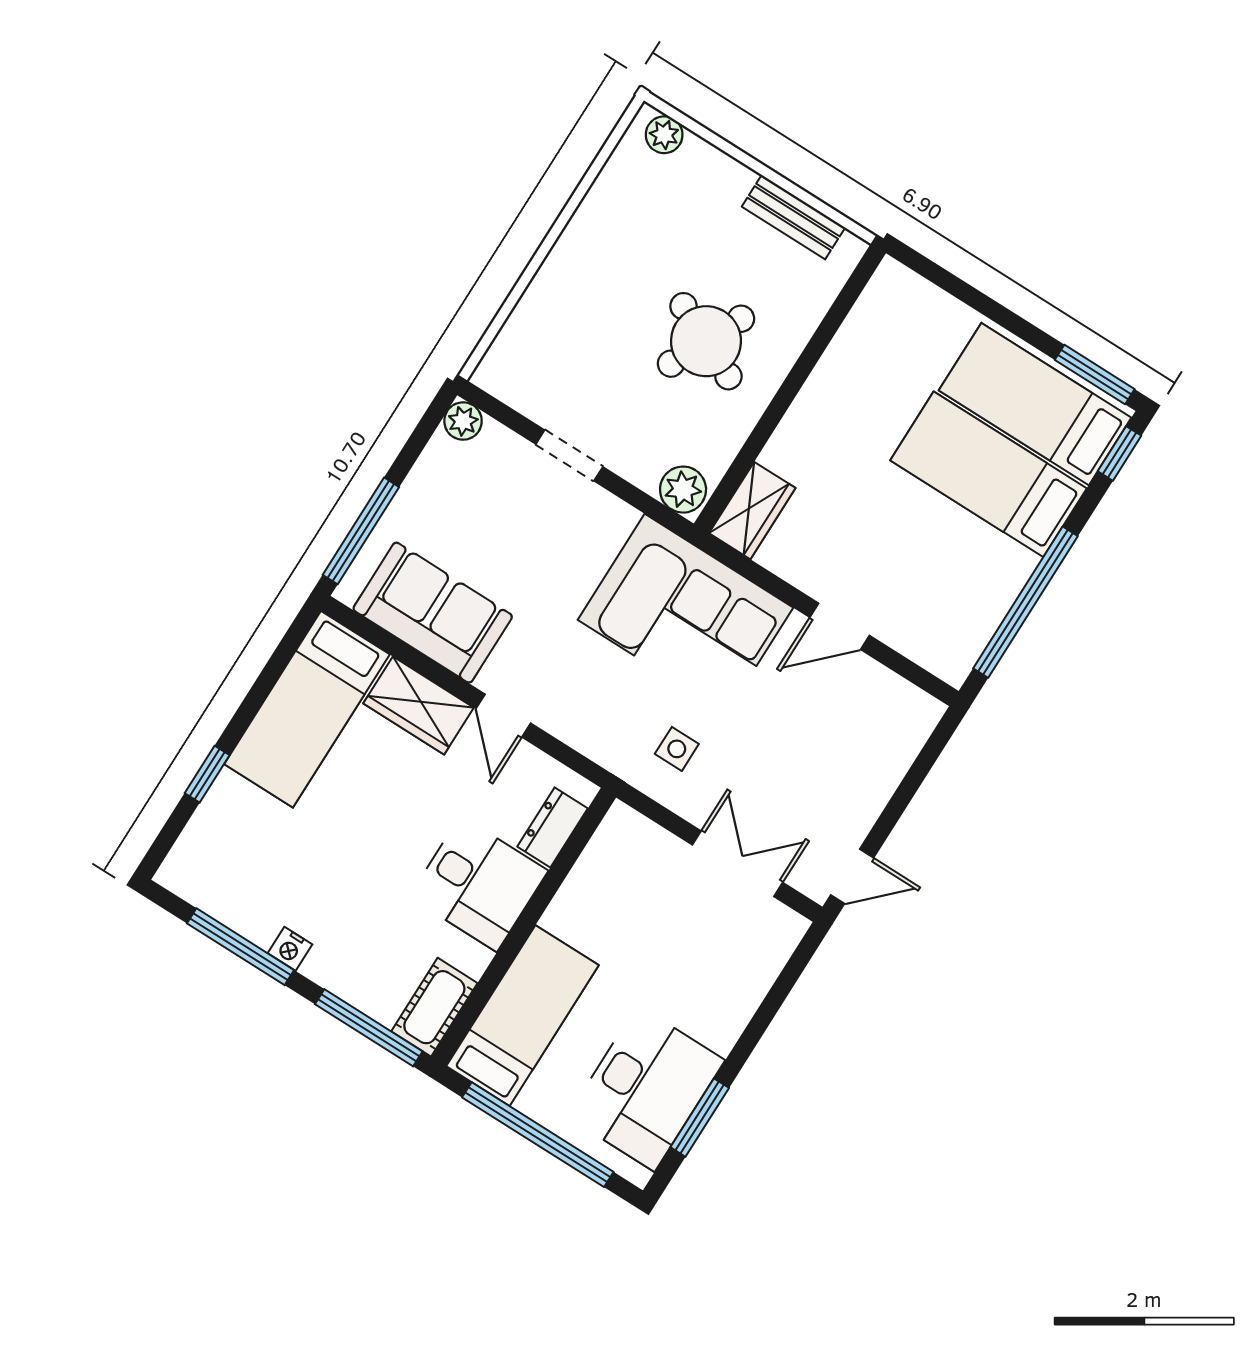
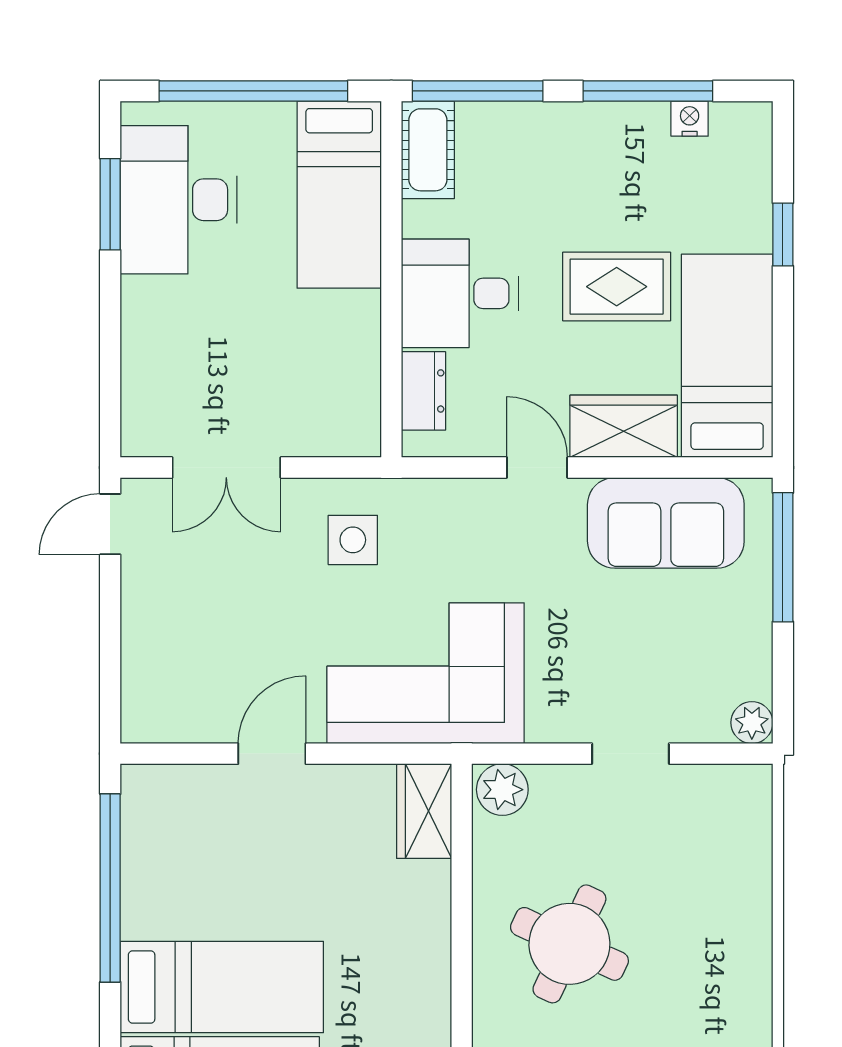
side table: (677, 749) -> (353, 540), width x1.37, depth x1.37
rug: (357, 814) -> (617, 287), added
nightstand: (290, 949) -> (690, 119), moved

